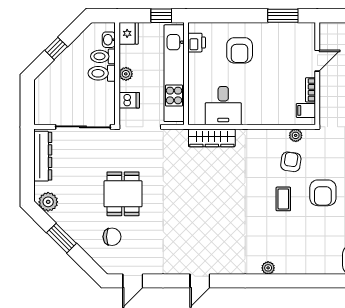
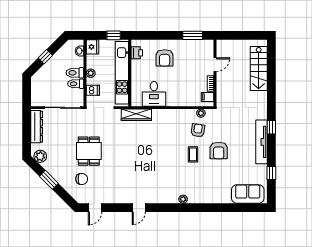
toilet: (103, 56) -> (76, 84), moved
wardrobe: (212, 138) -> (136, 115), moved

